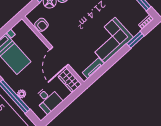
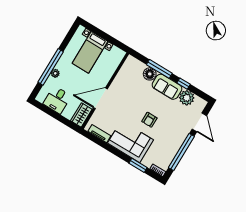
armchair: (41, 25) -> (149, 120), moved

